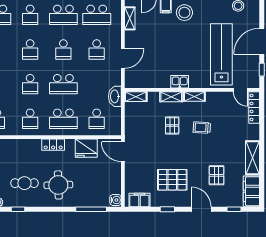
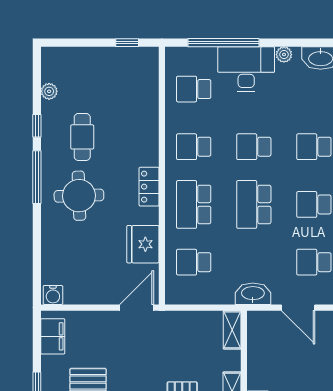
washbasin: (115, 96) -> (253, 294), moved
window: (91, 209) -> (37, 177), moved

